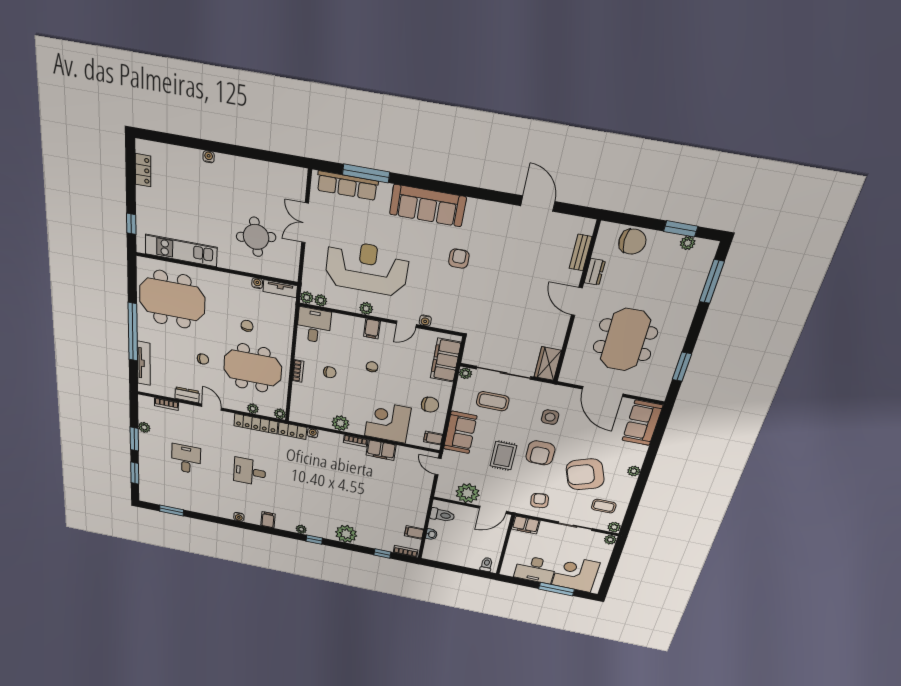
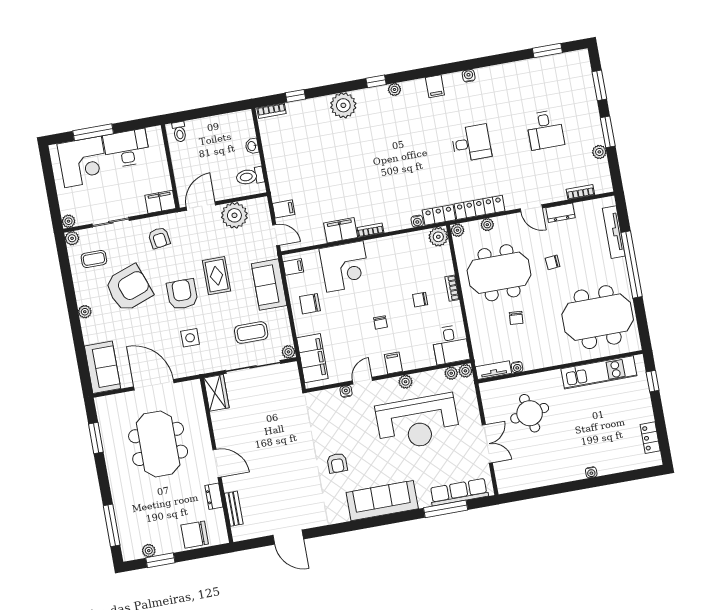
plant: (340, 423) -> (438, 237), moved
filing cabinet: (414, 532) -> (284, 209), moved

